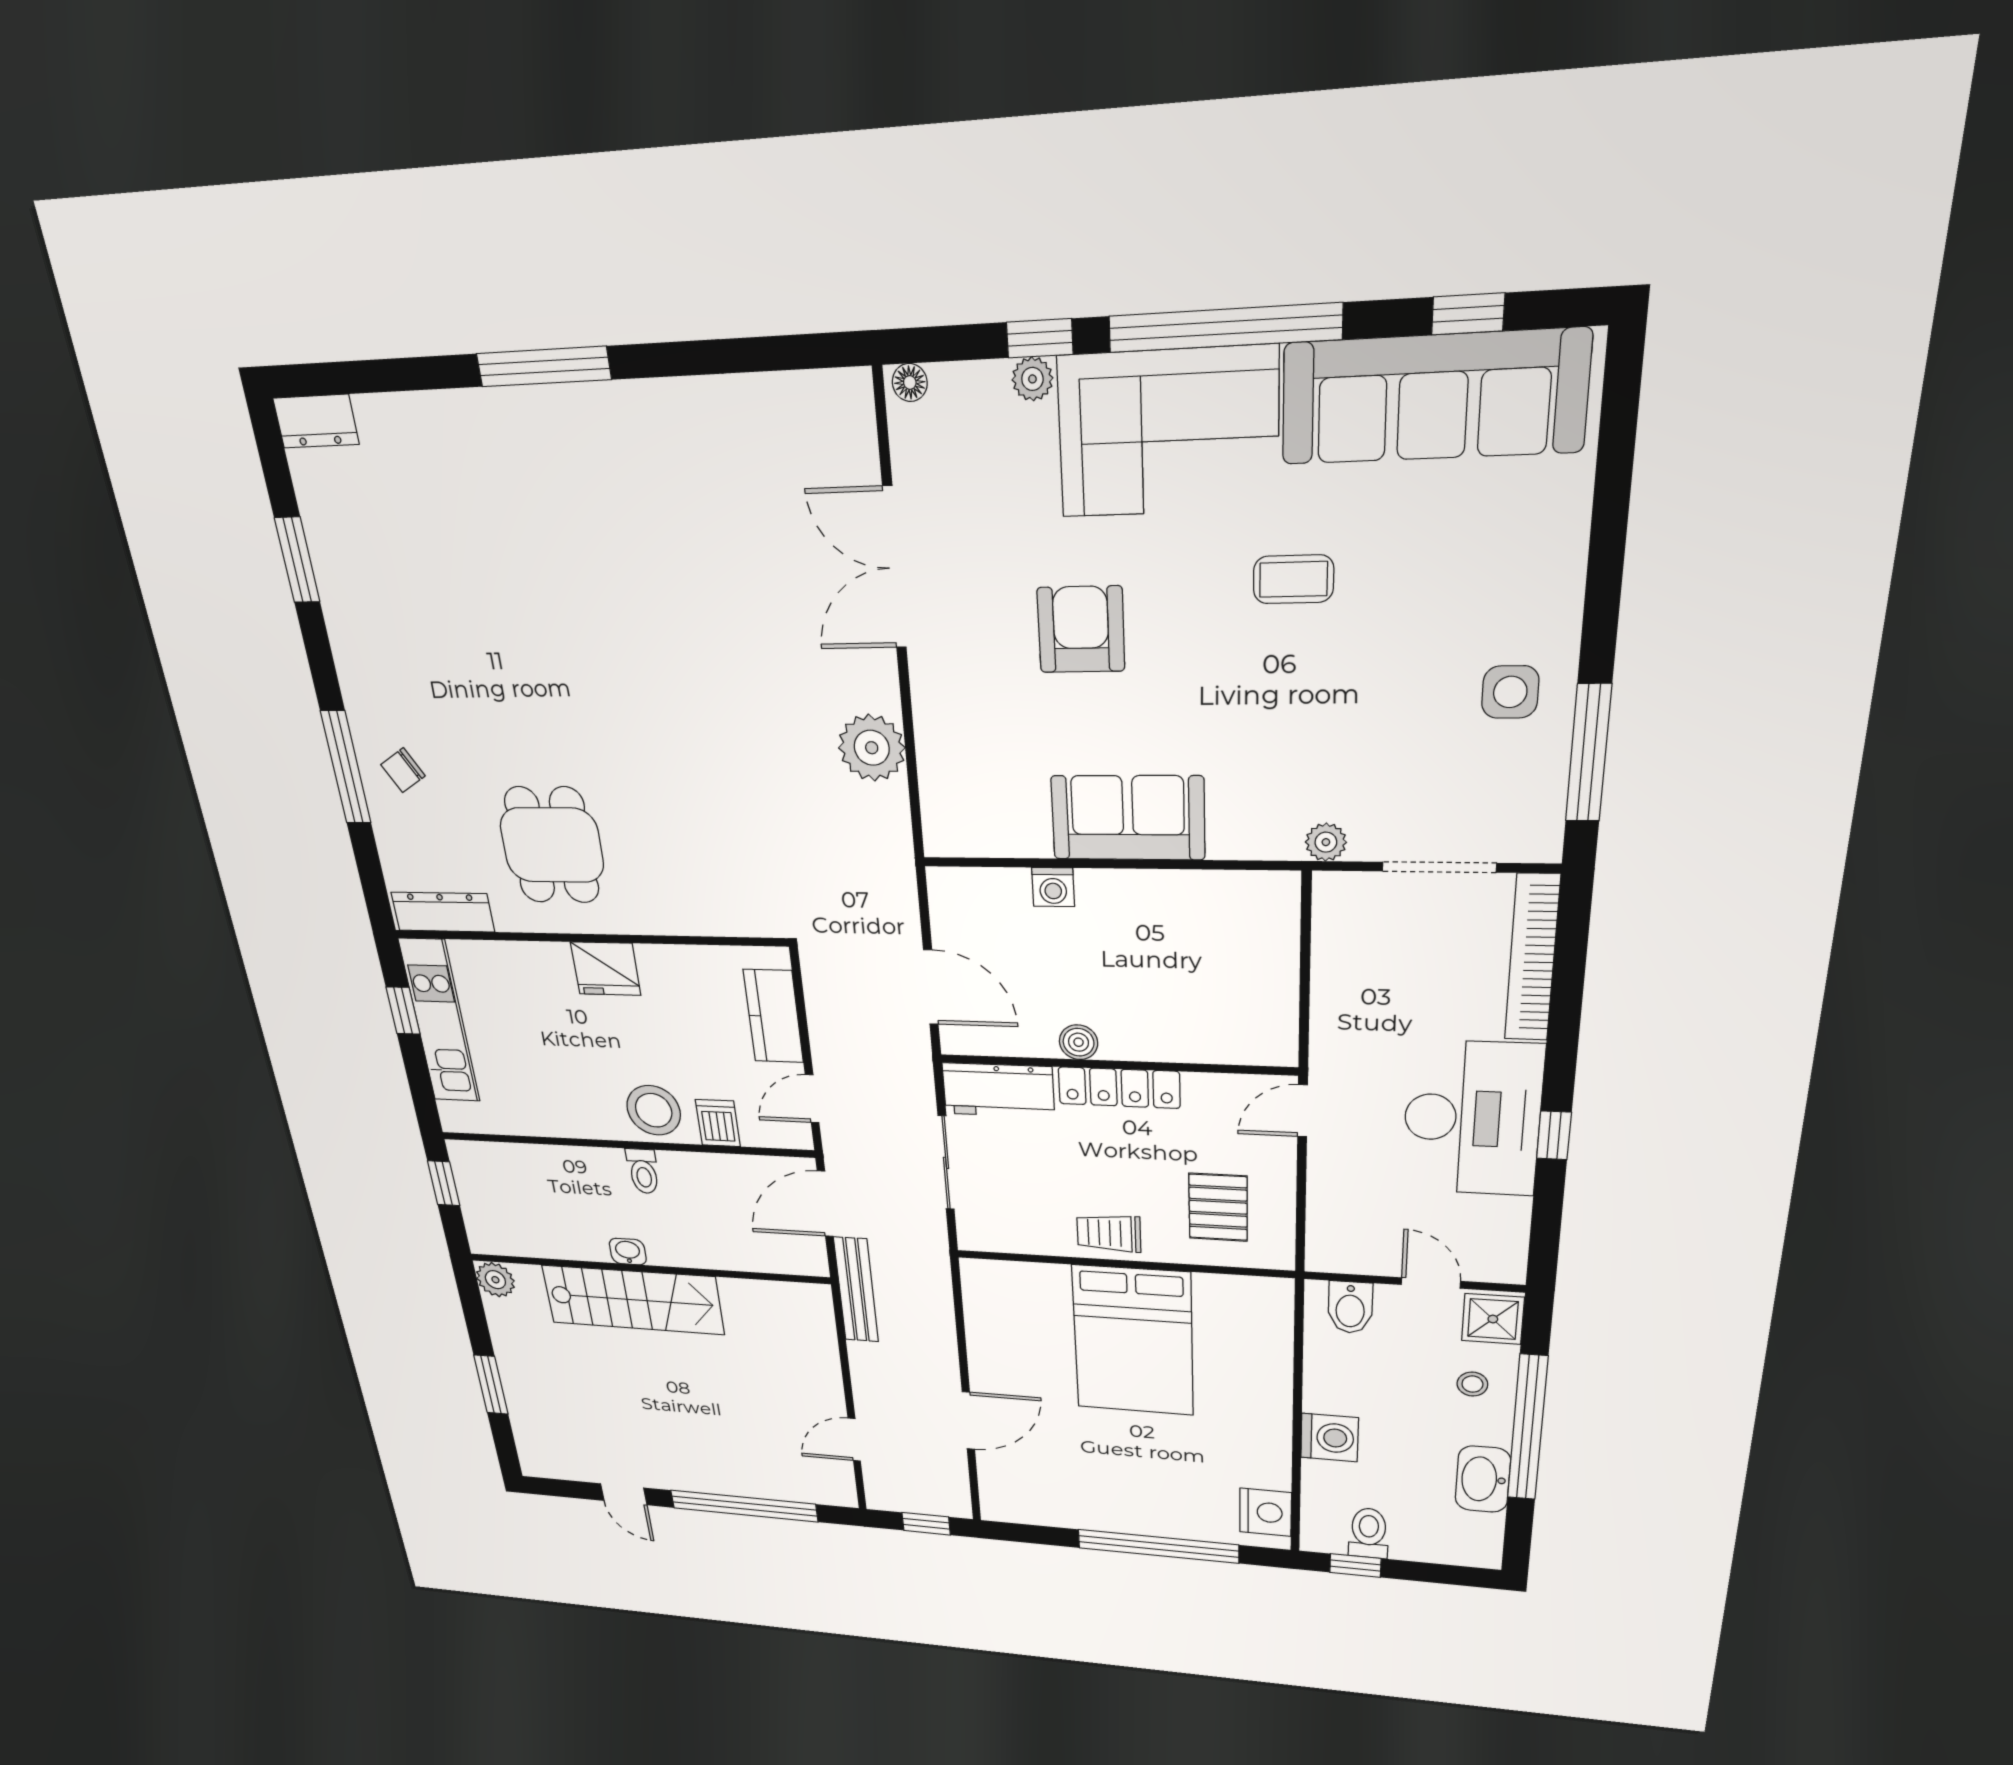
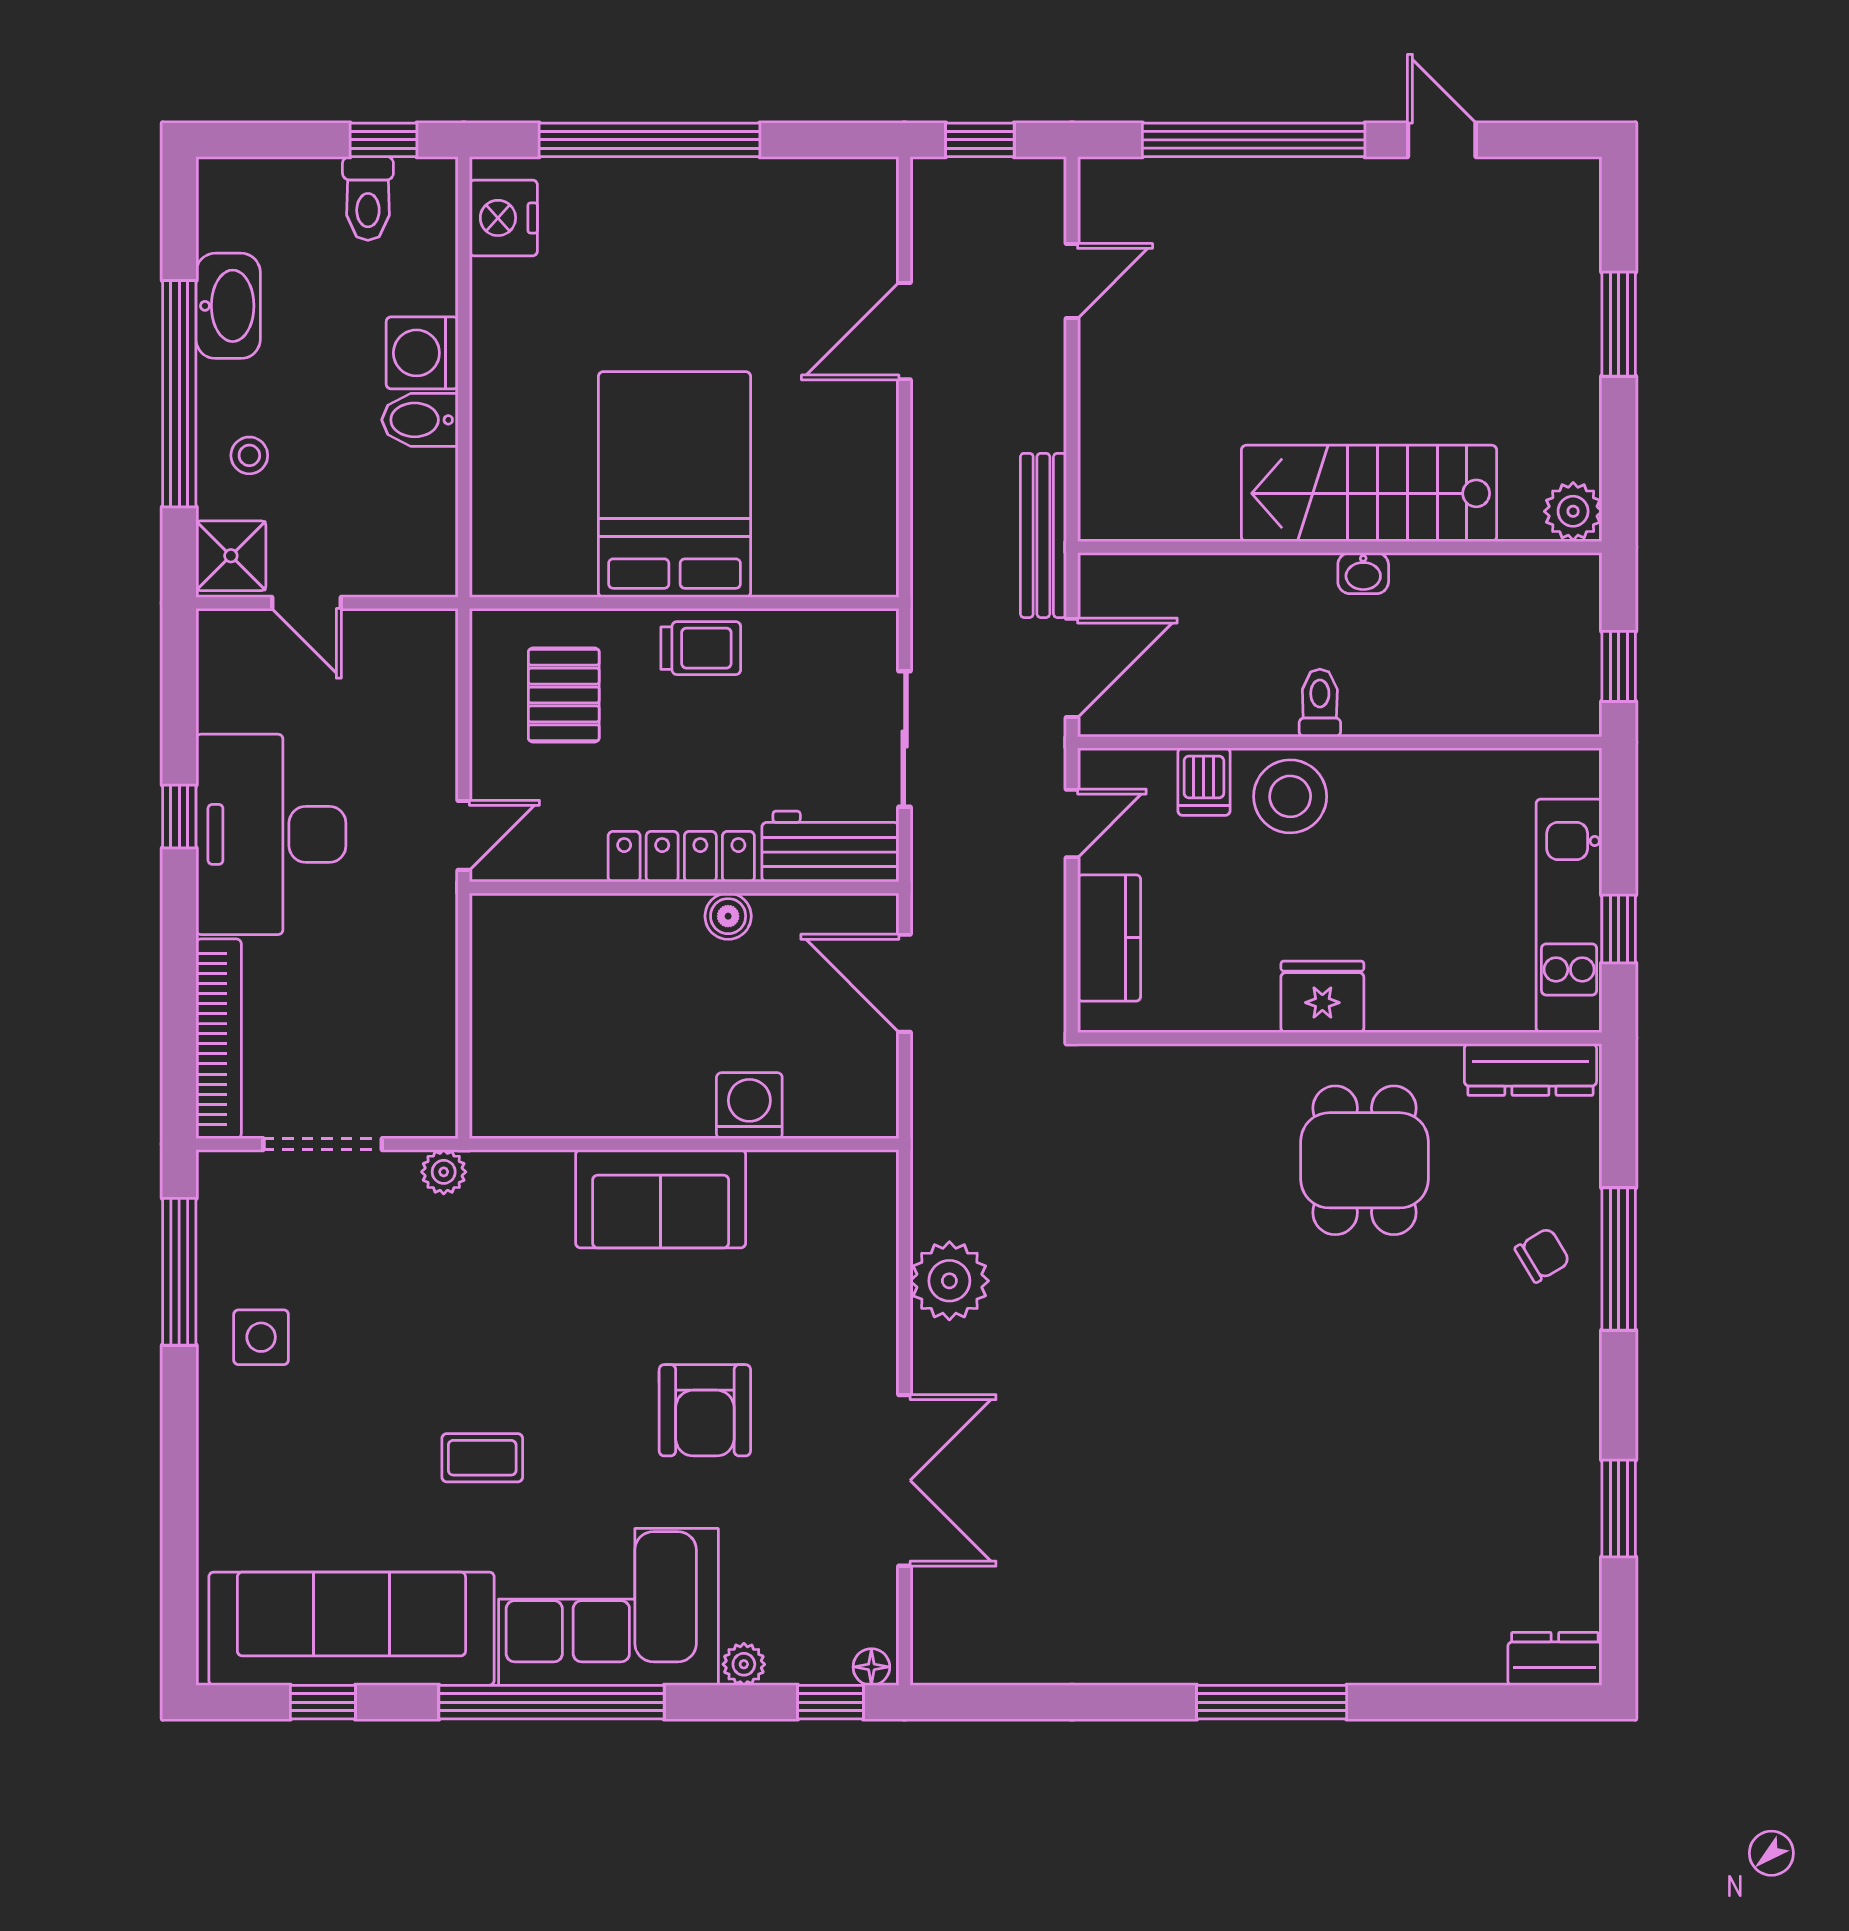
window: (1040, 338) -> (831, 1702), moved
washing machine: (1053, 887) -> (749, 1106), width x1.38, depth x1.38
bidet: (1350, 1307) -> (420, 420), moved, turned -90

